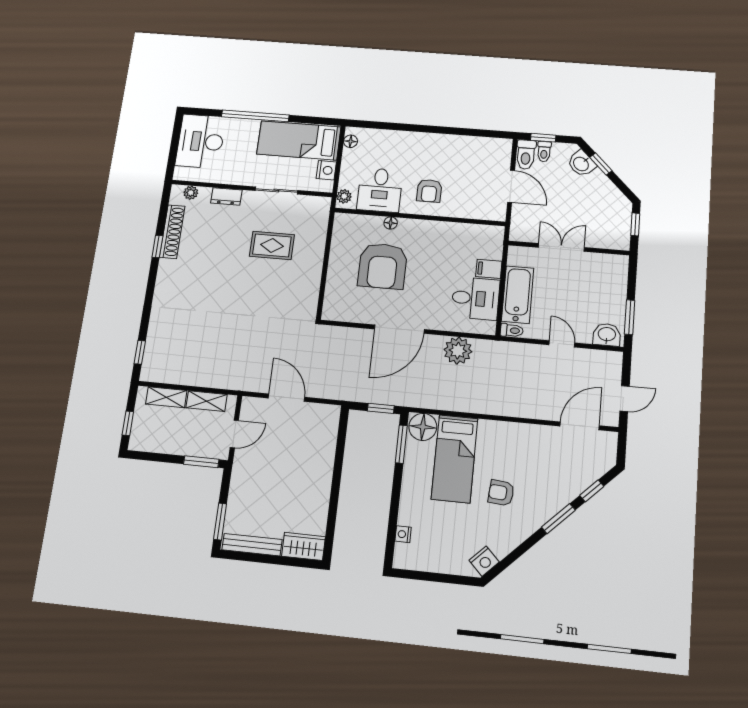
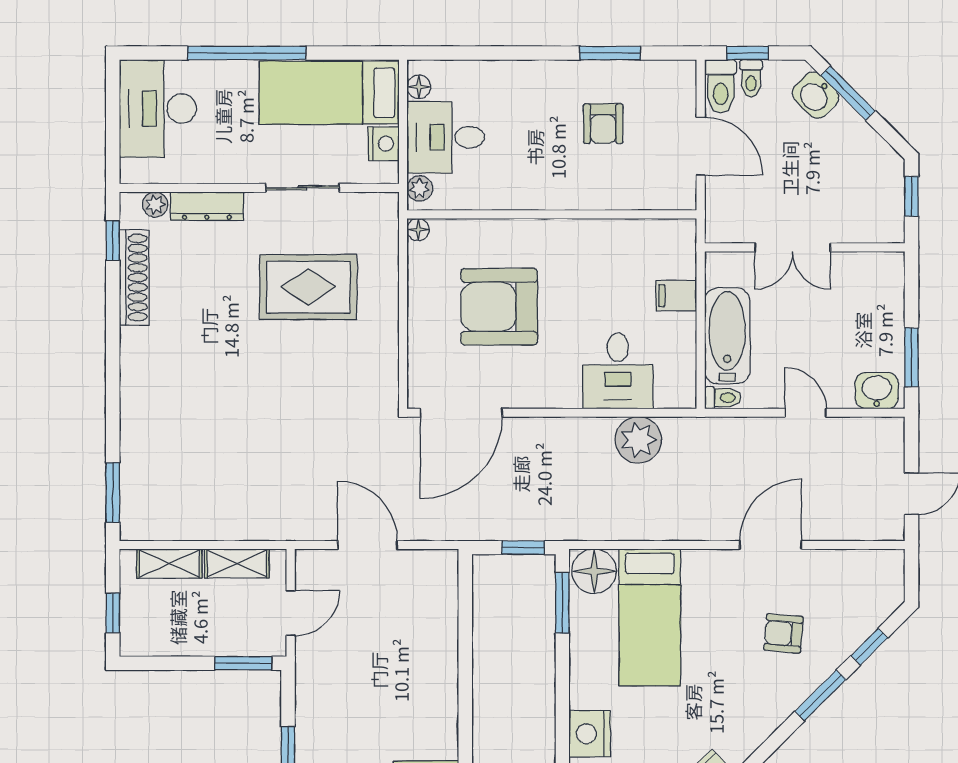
window: (463, 132) -> (610, 53), added
window: (601, 164) -> (848, 93), width x1.50
desk: (380, 190) -> (446, 137), moved, turned 90
armchair: (429, 191) -> (603, 124), moved
dresser: (226, 196) -> (207, 206), width x1.44
floor lamp: (391, 223) -> (418, 229), moved
rug: (272, 245) -> (308, 287), width x1.36, depth x1.43
window: (157, 246) -> (113, 241), moved
double door: (561, 247) -> (793, 247), swing flipped
armchair: (383, 266) -> (499, 307), turned 90
desk: (475, 298) -> (618, 371), moved, turned 90
door: (399, 329) -> (461, 413), moved
window: (140, 352) -> (113, 493), width x1.50
door: (580, 426) -> (770, 545), moved
armchair: (501, 493) -> (784, 633), moved
nightstand: (403, 534) -> (590, 734), width x1.89, depth x1.79

